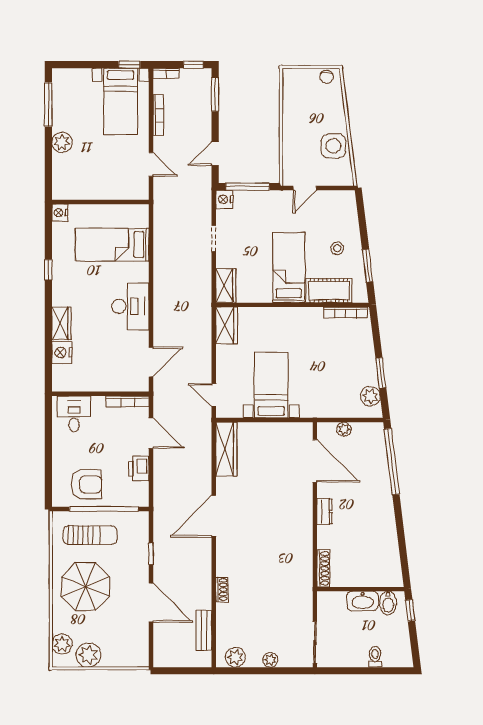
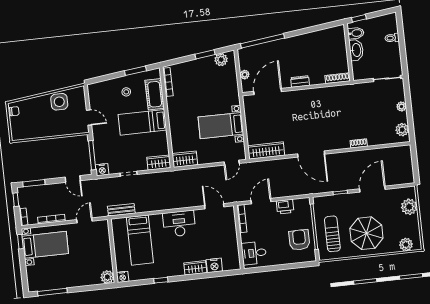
plant: (62, 142) -> (107, 277), moved
bench: (204, 630) -> (121, 210), moved
plant: (88, 655) -> (409, 207), moved

